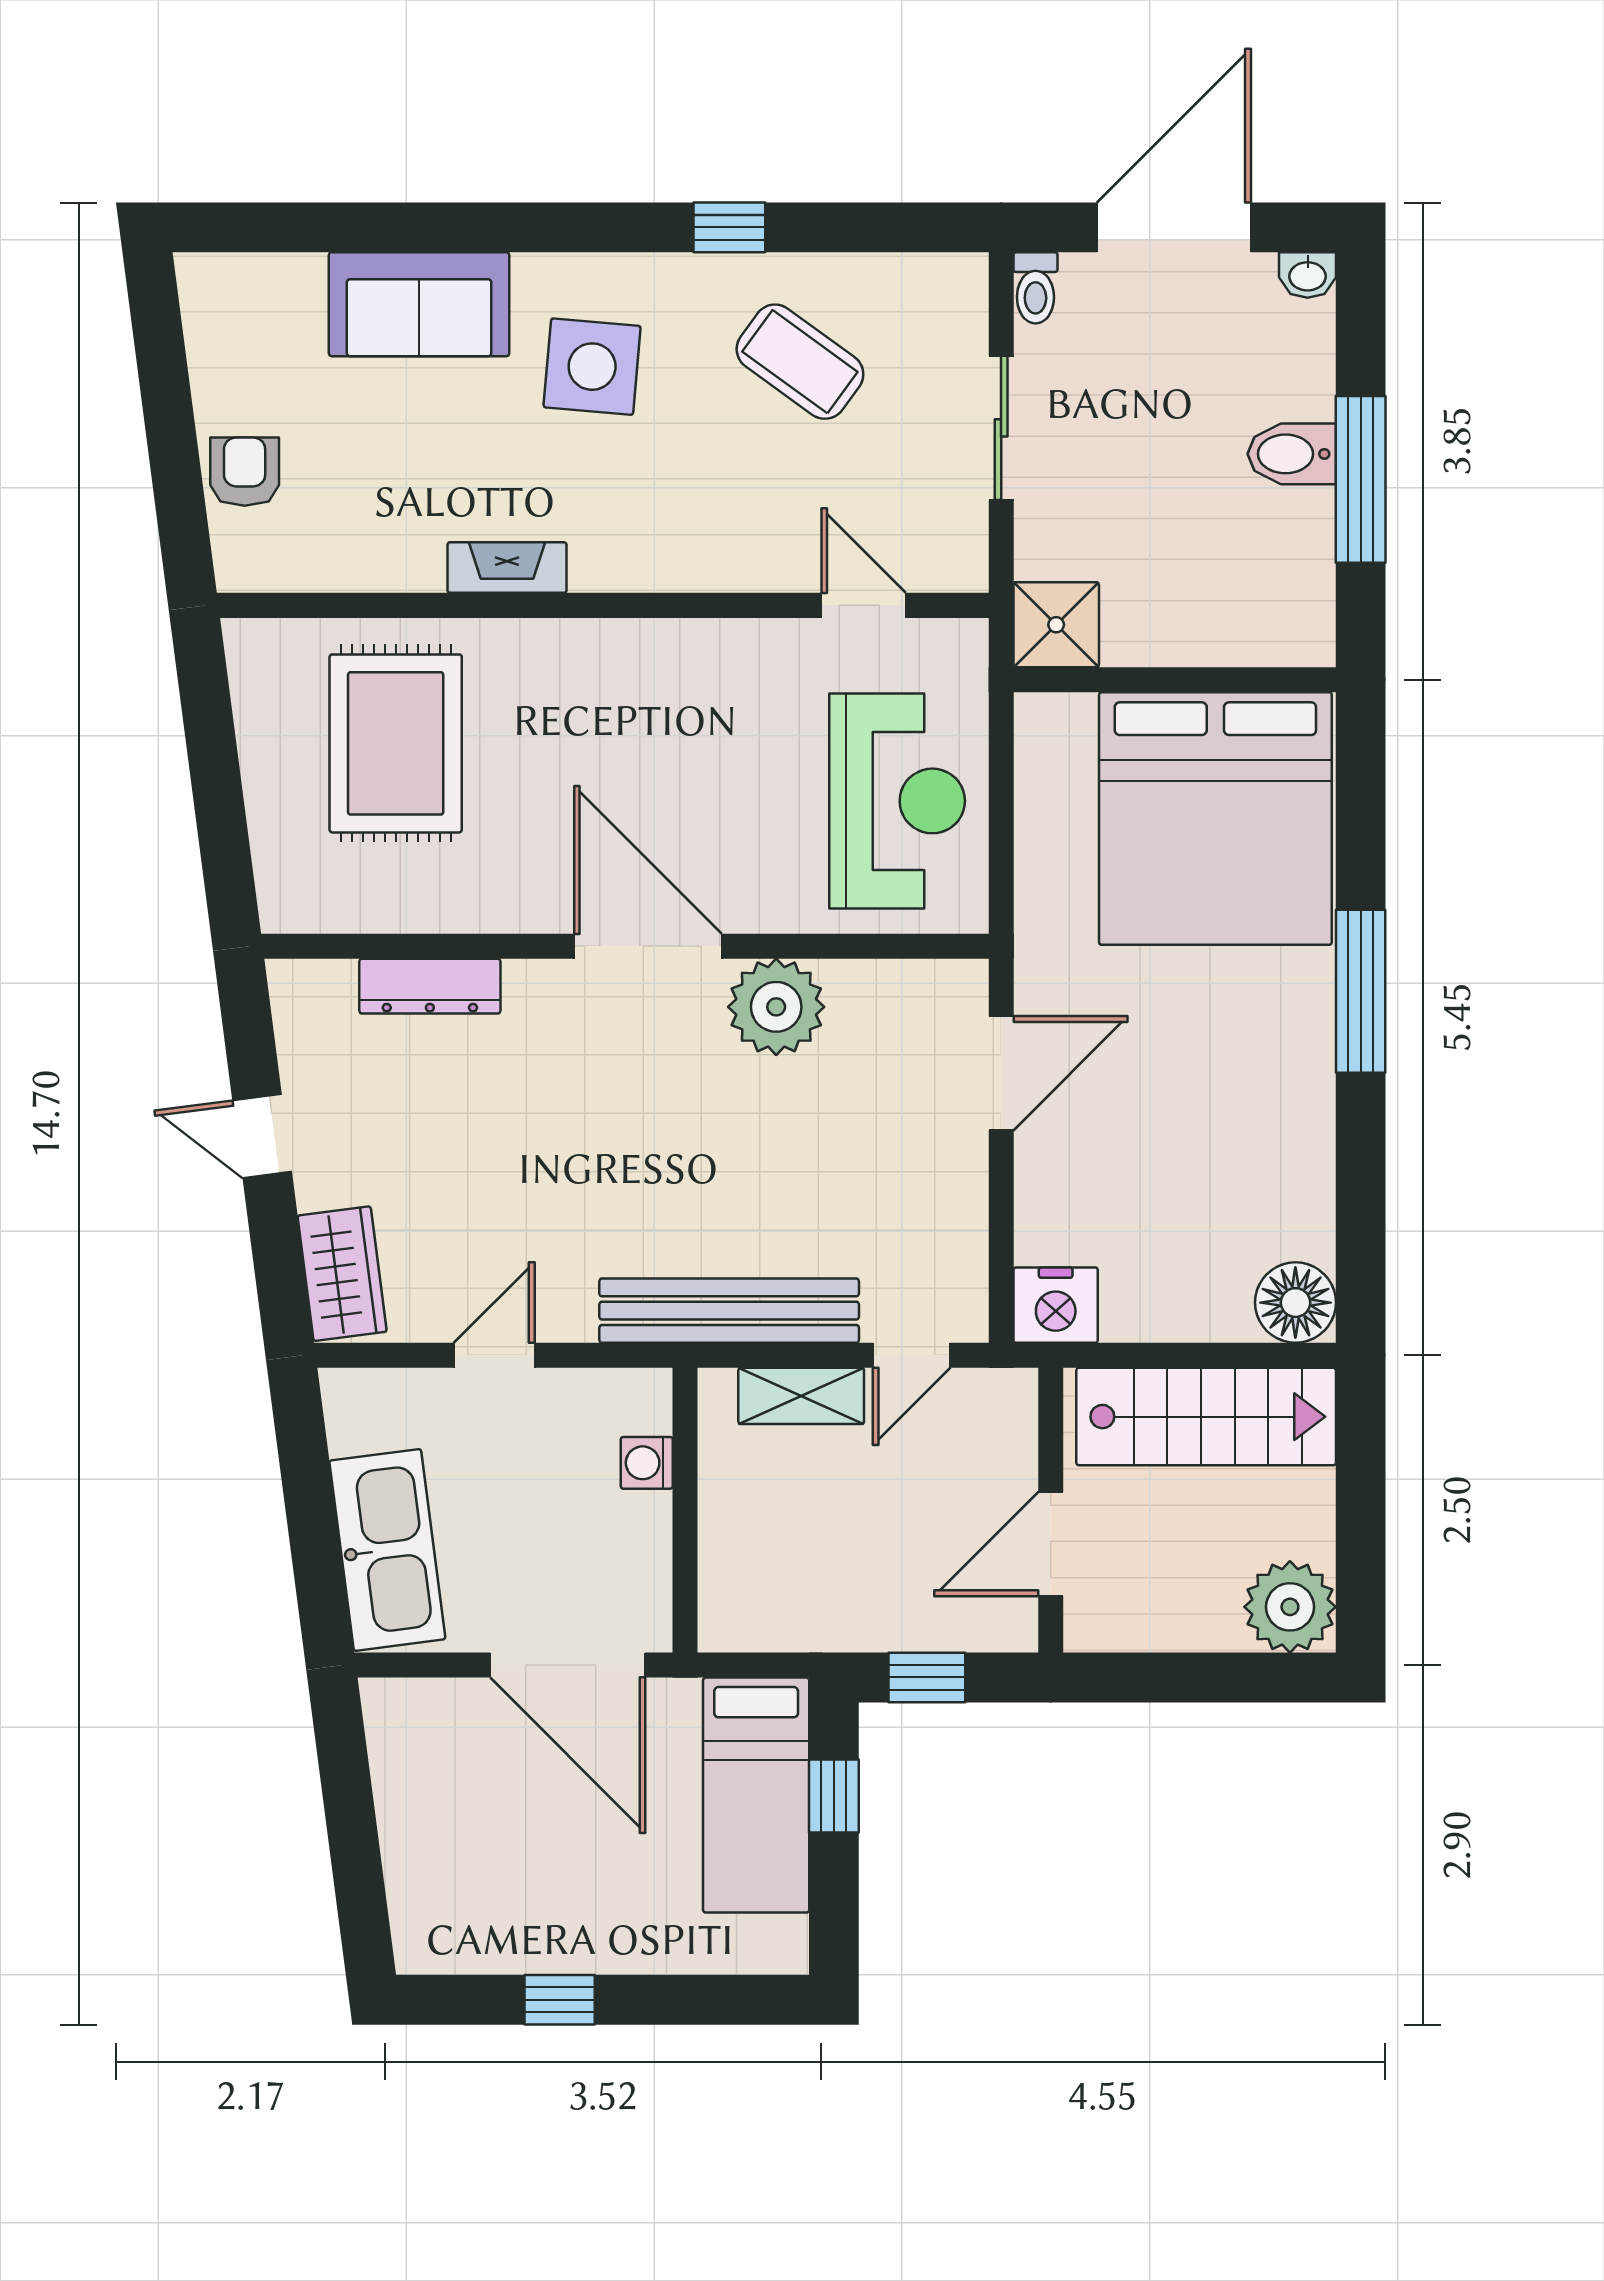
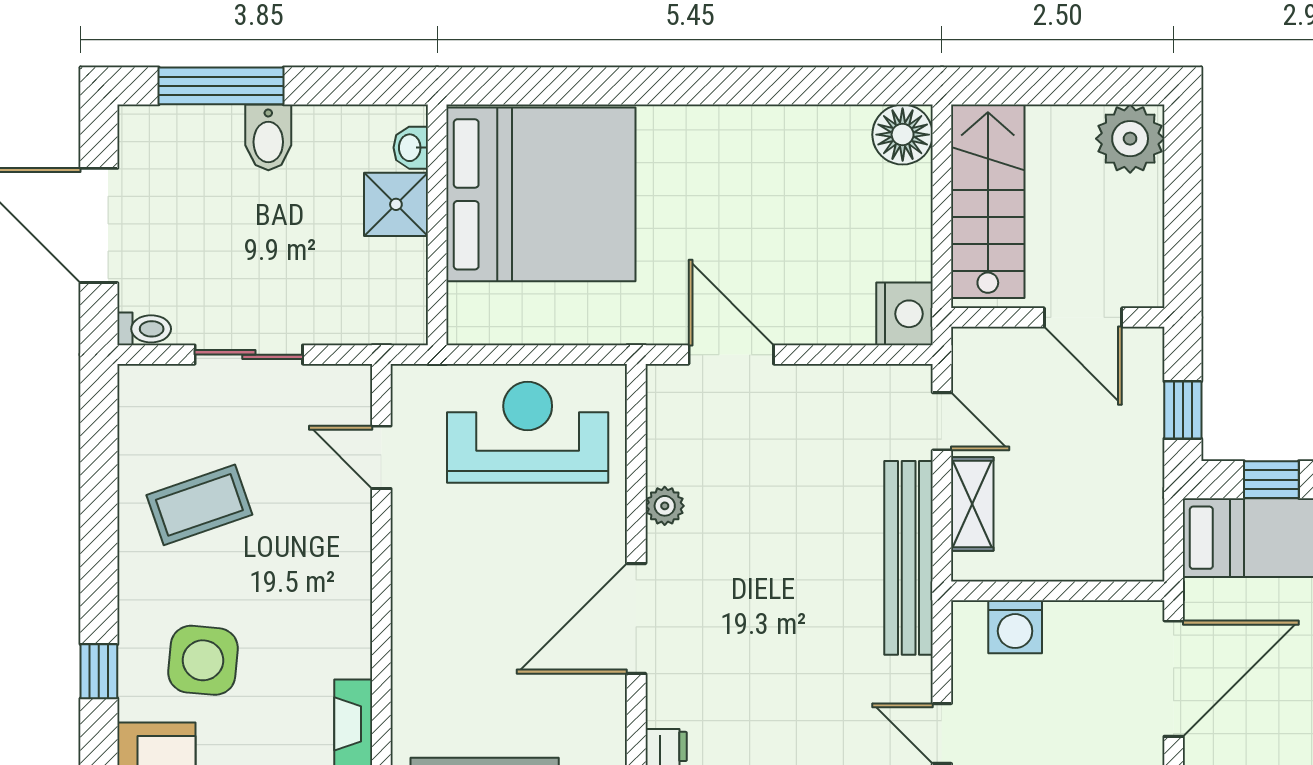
window: (729, 227) -> (99, 671), moved
washbasin: (1308, 275) -> (411, 148), moved, turned 180
coffee table: (800, 362) -> (199, 505), turned 35
window: (1361, 479) -> (221, 86), moved
door: (864, 605) -> (381, 457), hinge flipped
shower: (1056, 625) -> (396, 204), moved
window: (1361, 991) -> (670, 86), removed
plant: (776, 1007) -> (665, 506), width x0.53, depth x0.53
washing machine: (647, 1463) -> (1015, 627), width x1.38, depth x1.38

